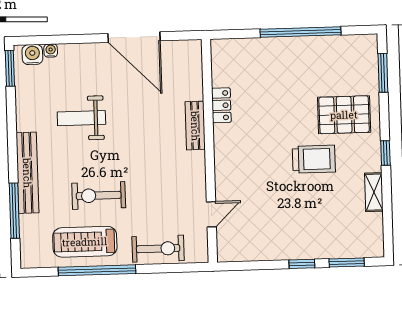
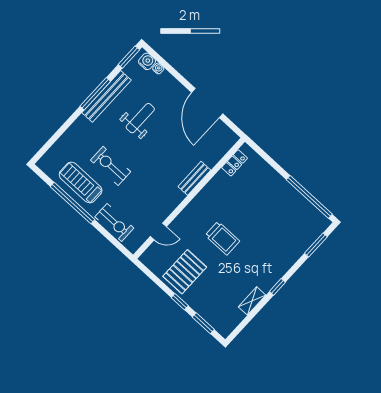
window: (301, 32) -> (309, 197), moved
locker: (221, 105) -> (234, 163), moved
pallet: (344, 115) -> (185, 272), moved, turned 90
weight bench: (81, 118) -> (140, 118), turned 90
trolley: (314, 159) -> (222, 238), moved
bench: (27, 173) -> (106, 96), moved
window: (14, 211) -> (95, 94), moved

